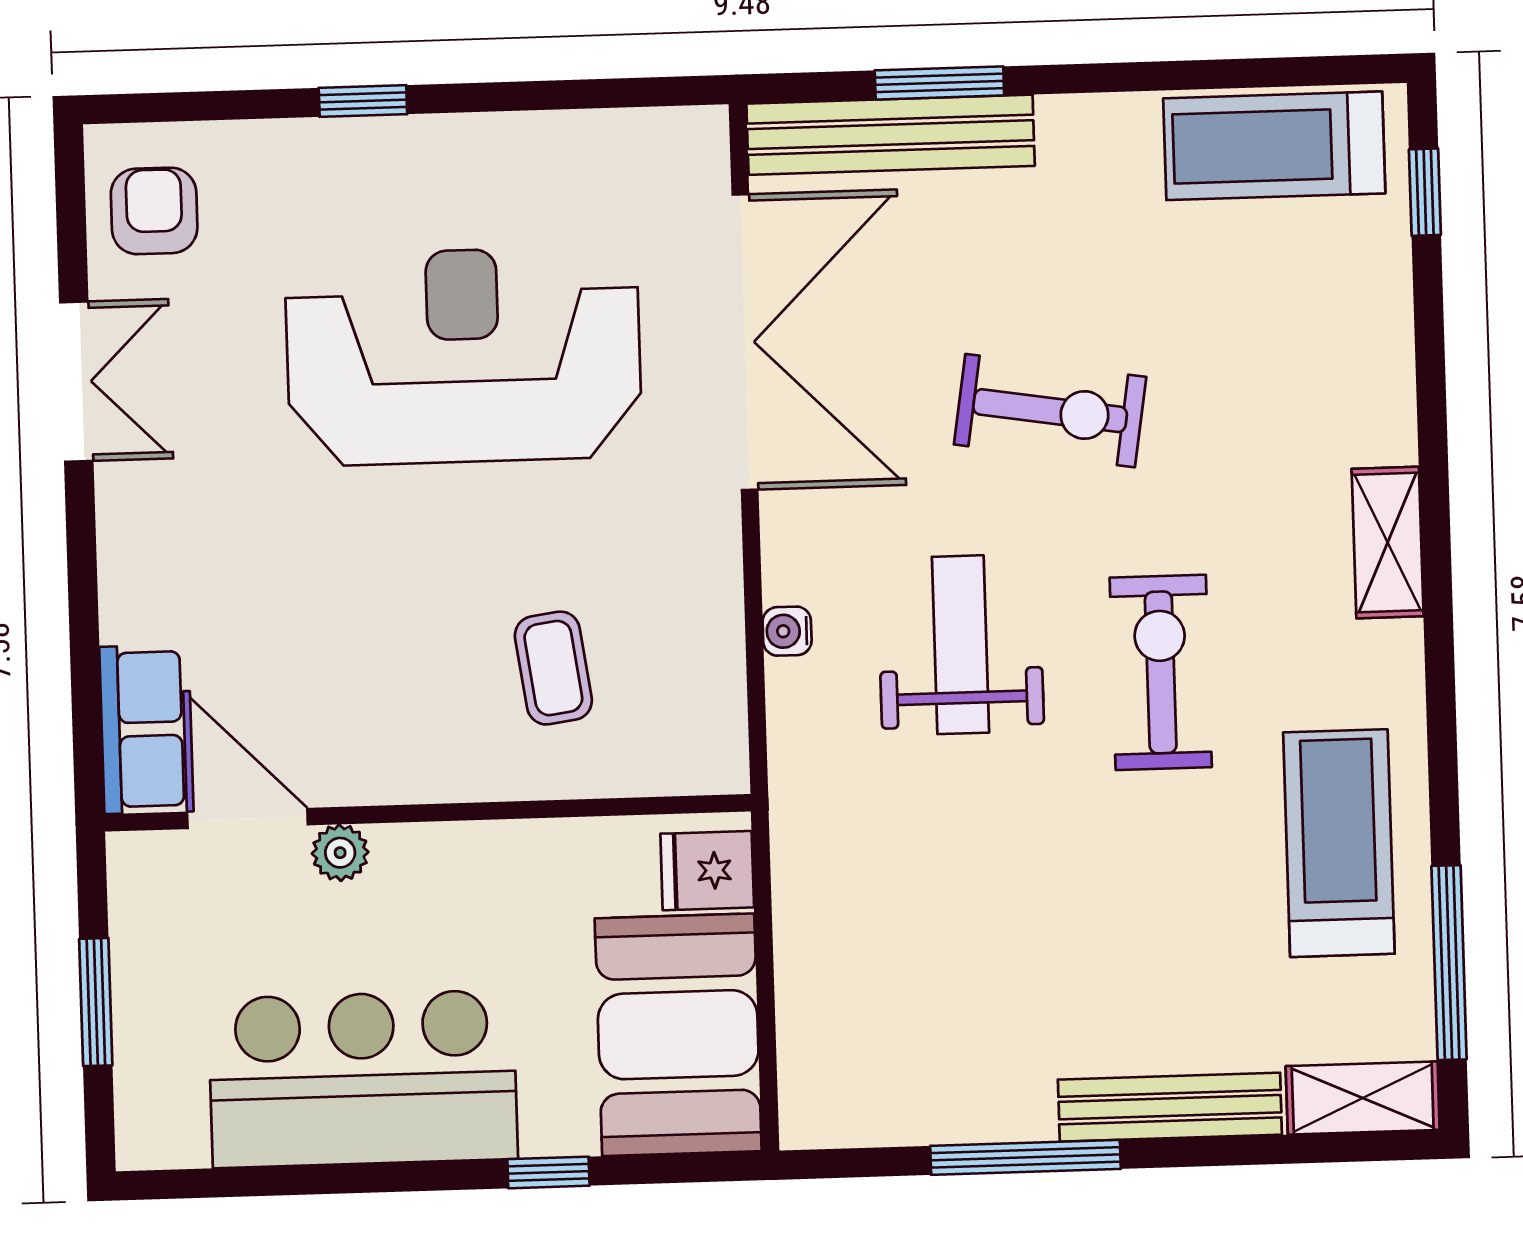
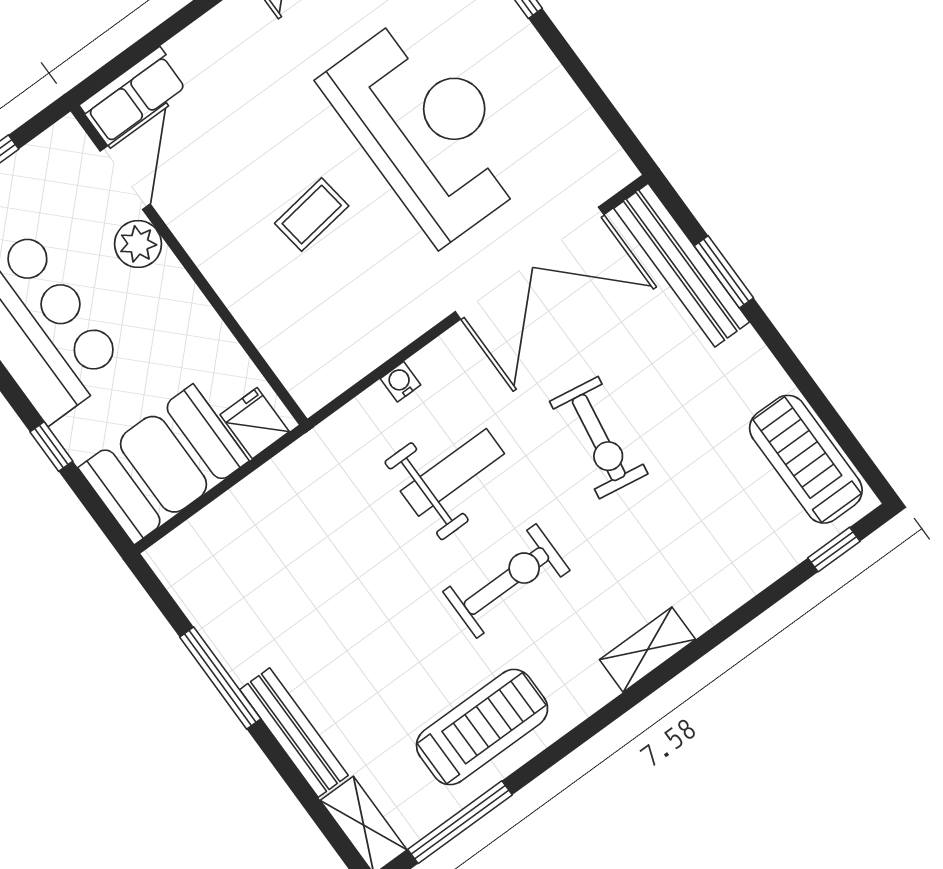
coffee table: (553, 668) -> (312, 215), moved
plant: (340, 853) -> (138, 244), width x1.38, depth x1.38

